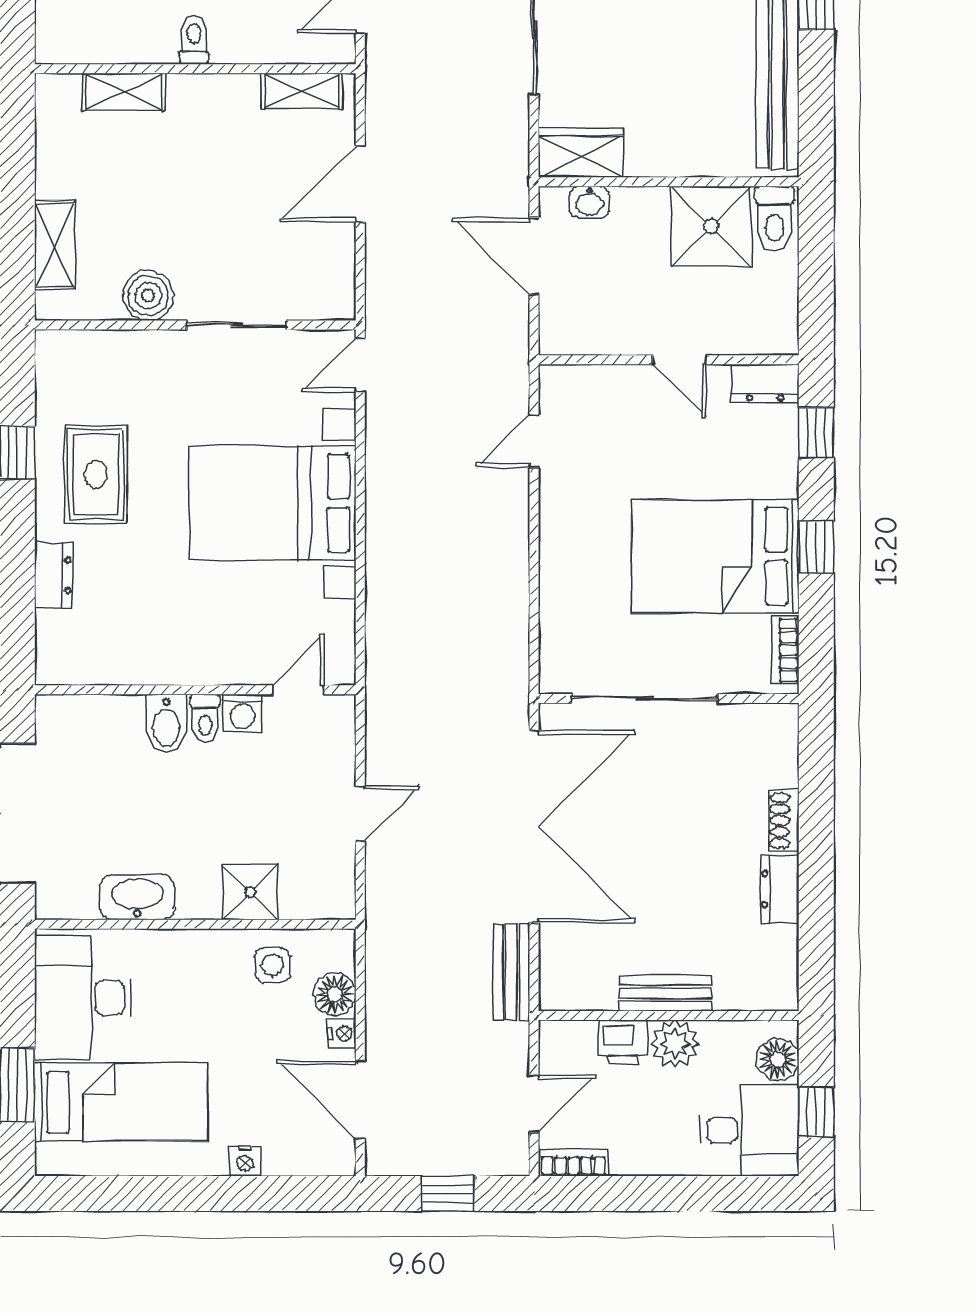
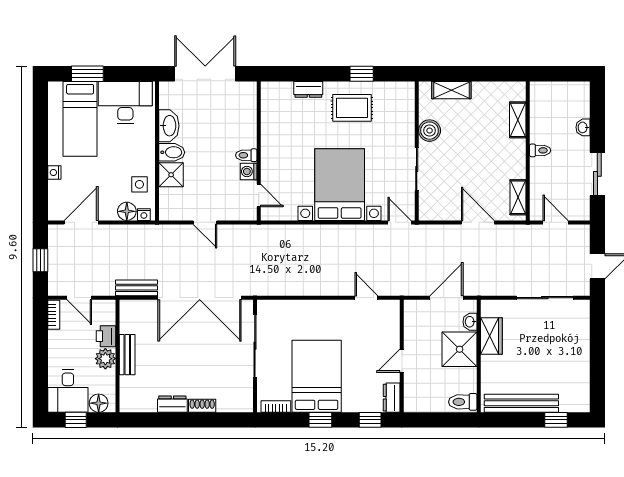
wardrobe: (581, 153) -> (491, 336), moved
shower: (711, 226) -> (460, 349), moved
bidet: (166, 724) -> (172, 152), moved, turned 180
nightstand: (342, 1034) -> (144, 215), moved

